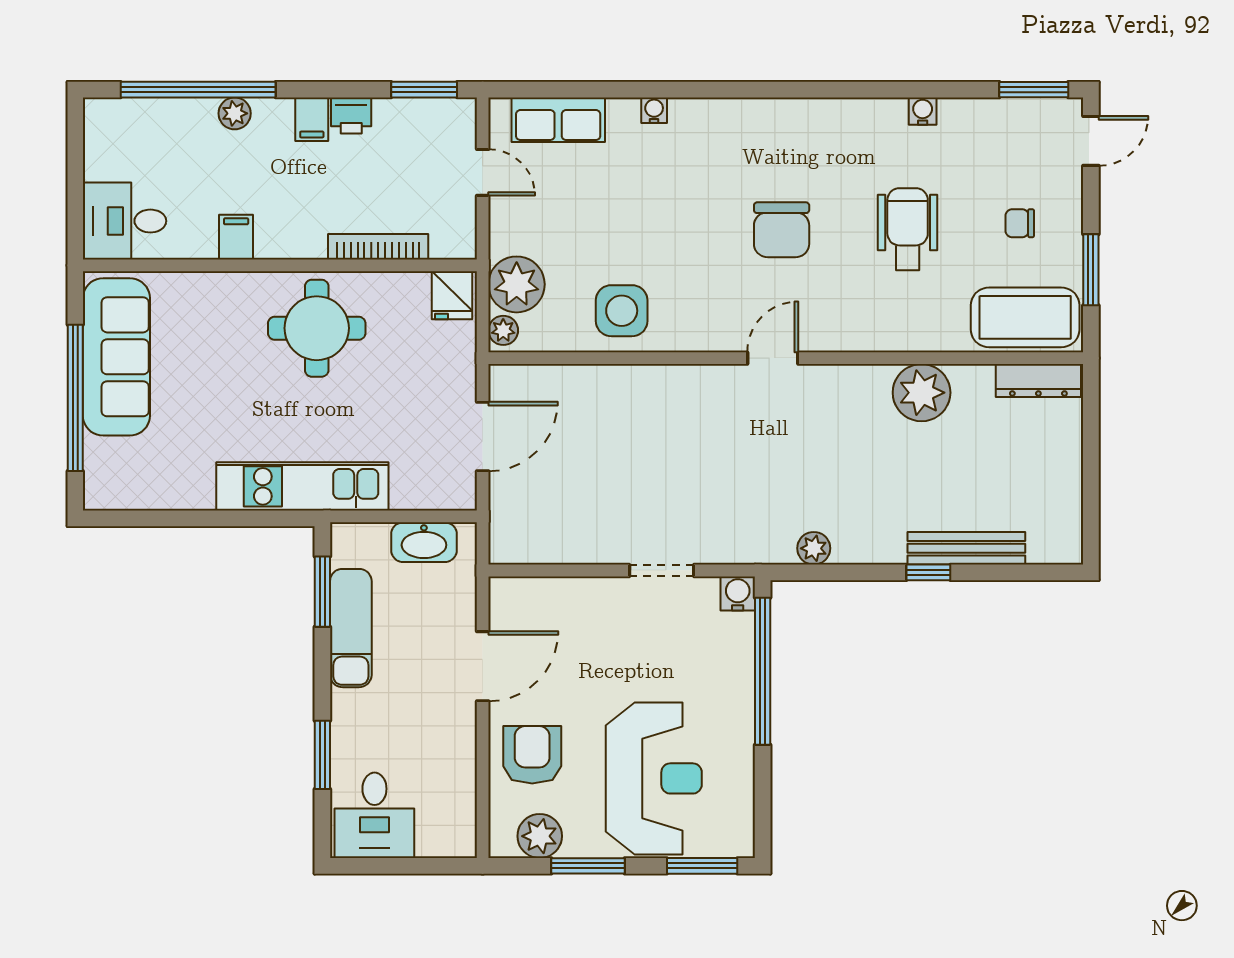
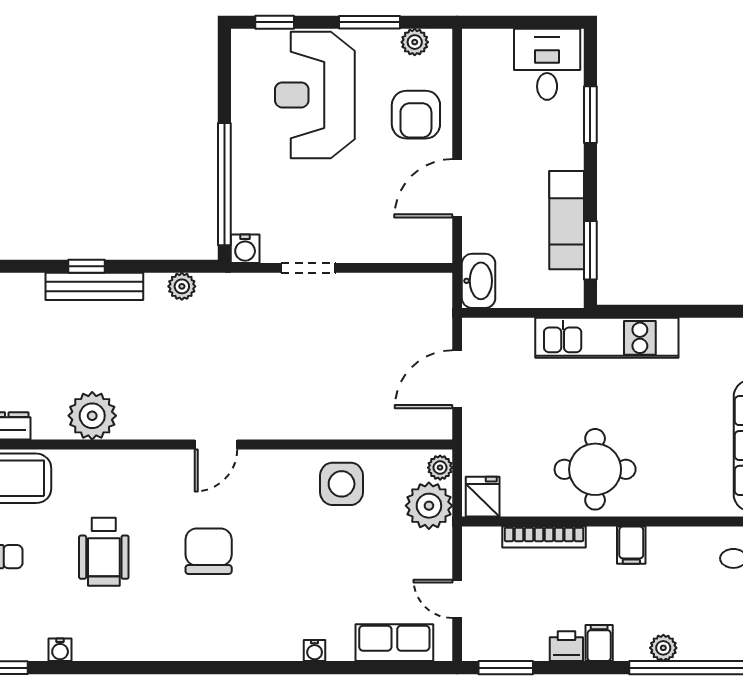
water cooler: (923, 111) -> (60, 650), moved
filing cabinet: (236, 237) -> (631, 545), moved
washbasin: (424, 542) -> (479, 281), moved, turned 90
bench: (966, 548) -> (94, 286), moved
plant: (540, 836) -> (415, 42), width x0.73, depth x0.73
window: (702, 866) -> (275, 22), width x0.67

